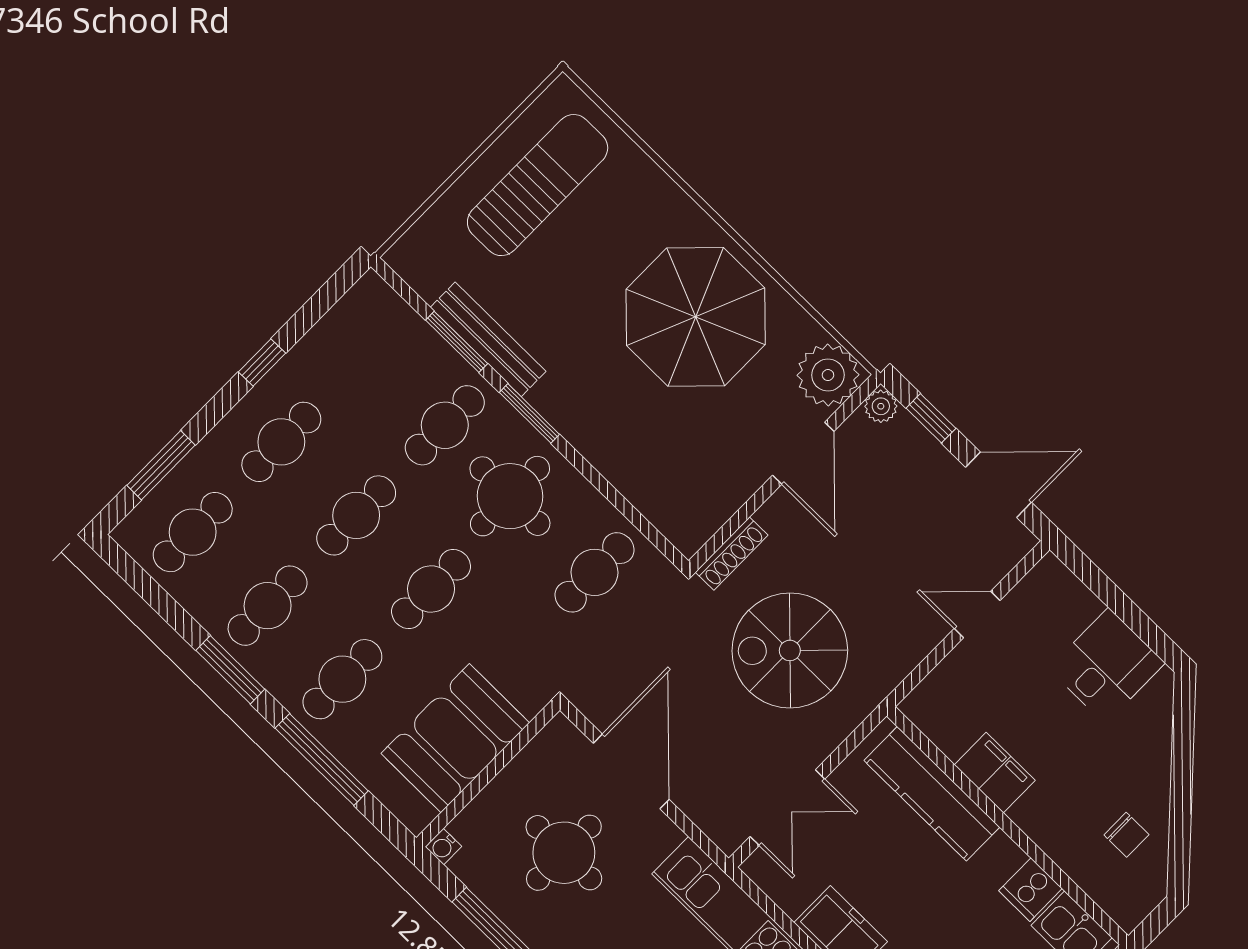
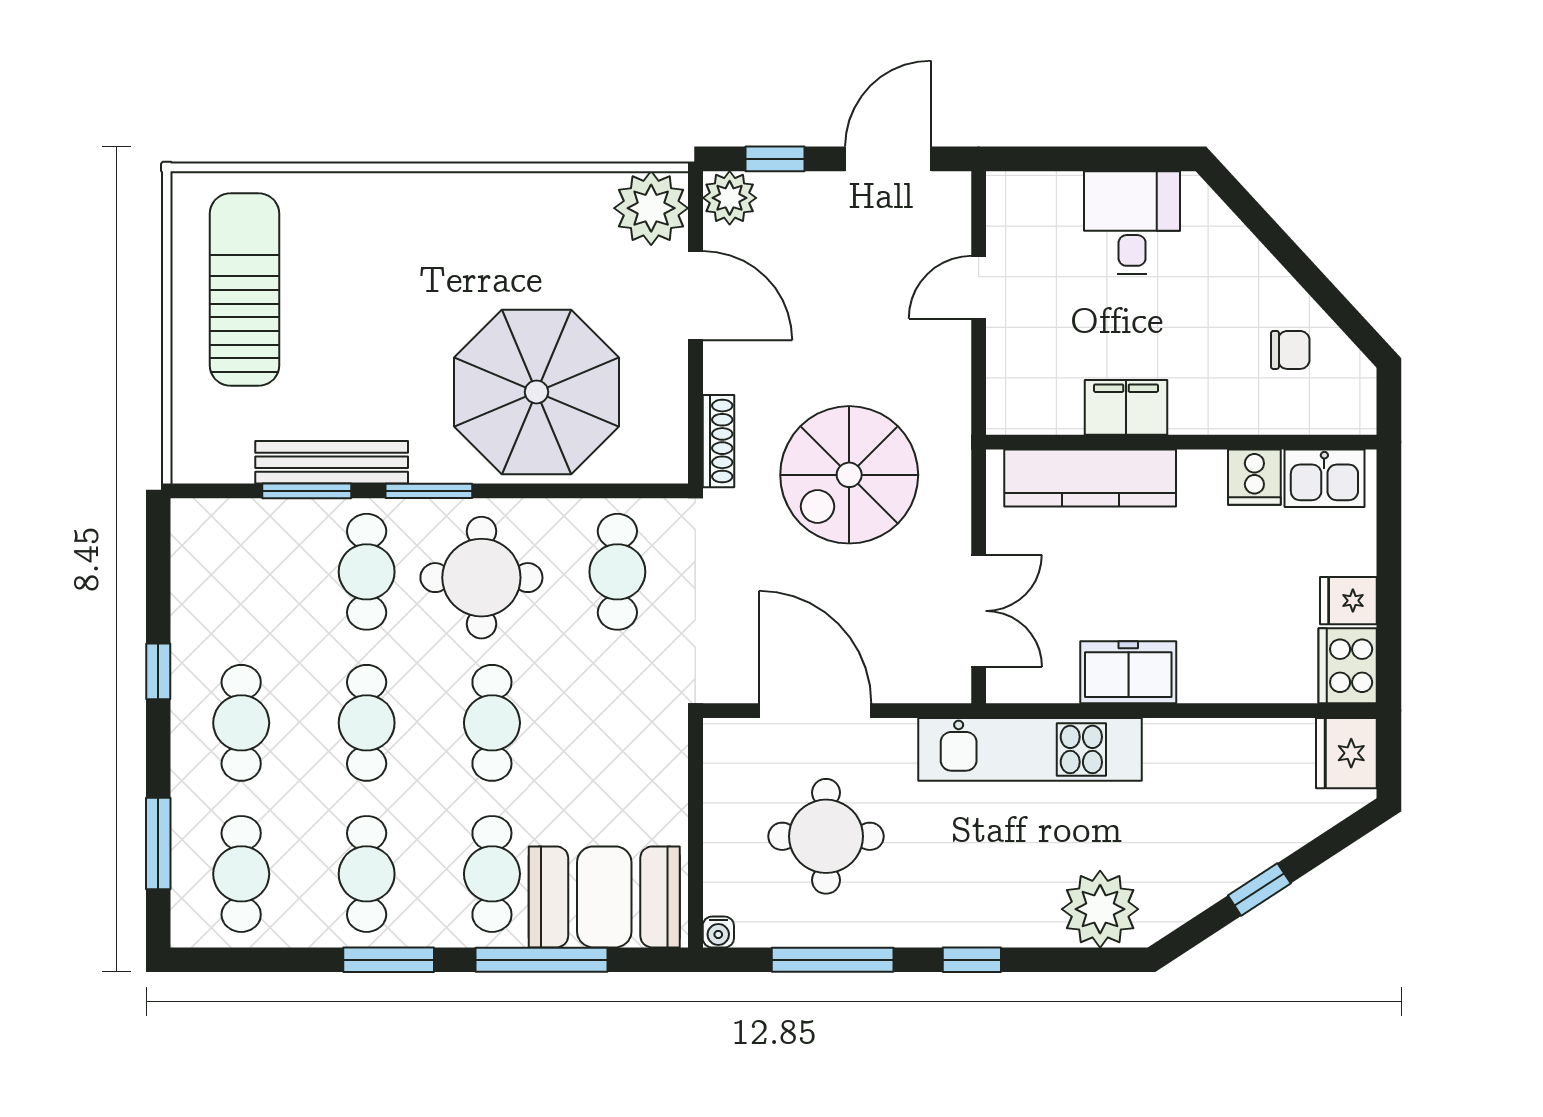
parasol: (696, 317) -> (537, 392), moved
plant: (881, 406) -> (730, 198), width x1.38, depth x1.38
booth: (455, 738) -> (604, 897), moved, turned 90

